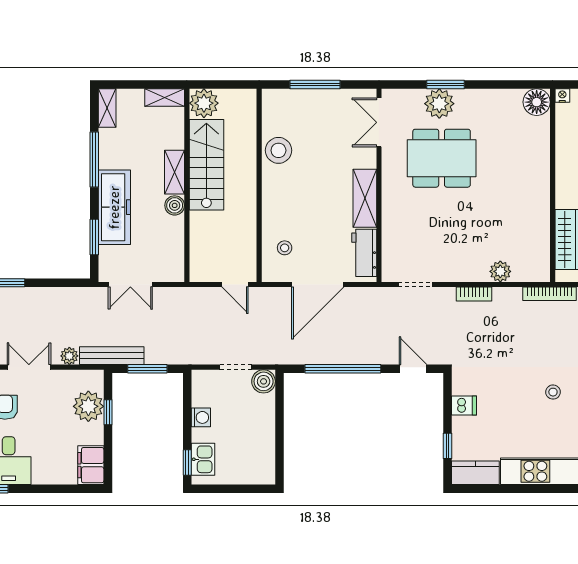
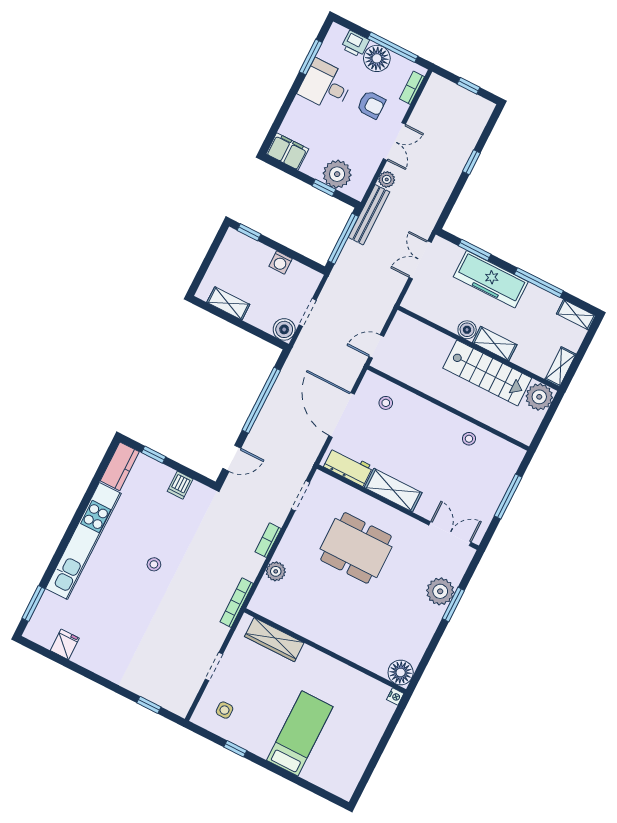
stool: (278, 150) -> (469, 439), width x0.53, depth x0.53
dining table: (442, 158) -> (356, 548), moved, turned 90
window: (147, 369) -> (343, 239), width x1.44
shelving: (266, 448) -> (228, 303), added
kitchen sink: (203, 459) -> (245, 247), removed

